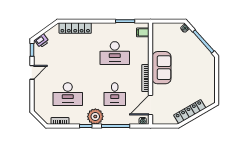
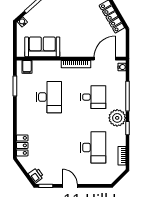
locker: (75, 28) -> (22, 145), width x0.66
sofa: (161, 68) -> (42, 47), moved
door: (151, 105) -> (105, 59), swing flipped

